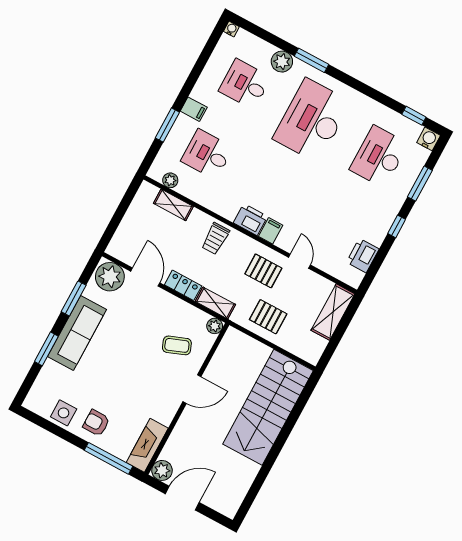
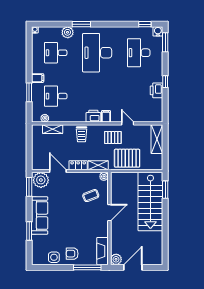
window: (420, 184) -> (165, 42), moved
printer: (363, 255) -> (156, 90), moved
window: (74, 298) -> (29, 187), moved
pallet: (268, 317) -> (127, 158), width x1.50, depth x1.42
window: (302, 401) -> (165, 190), added

